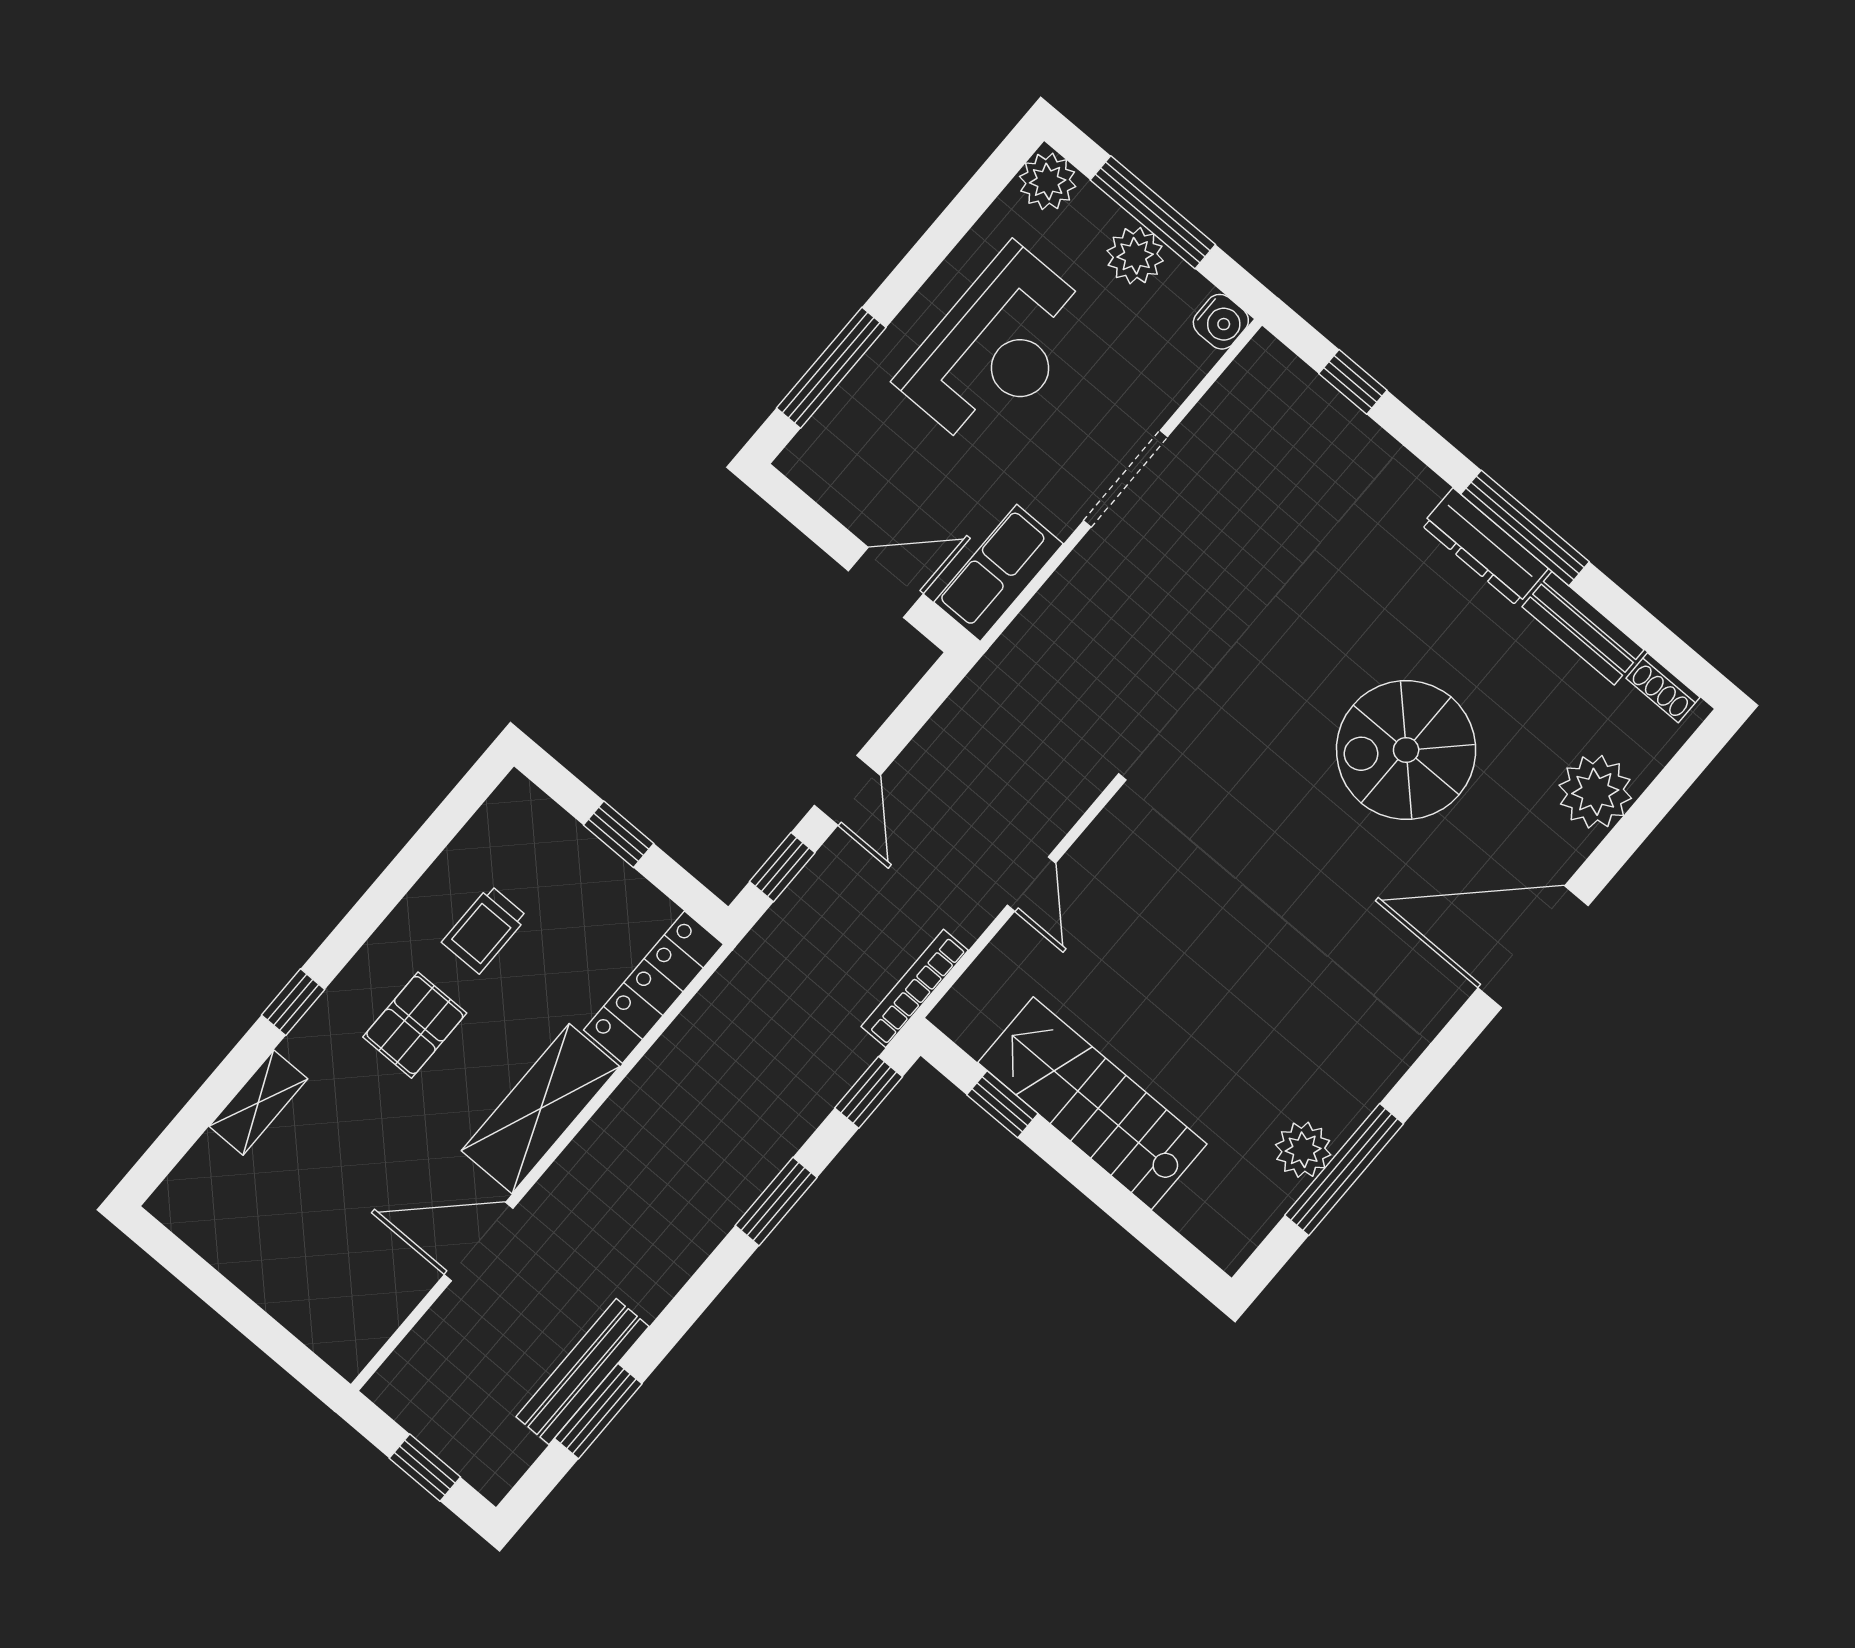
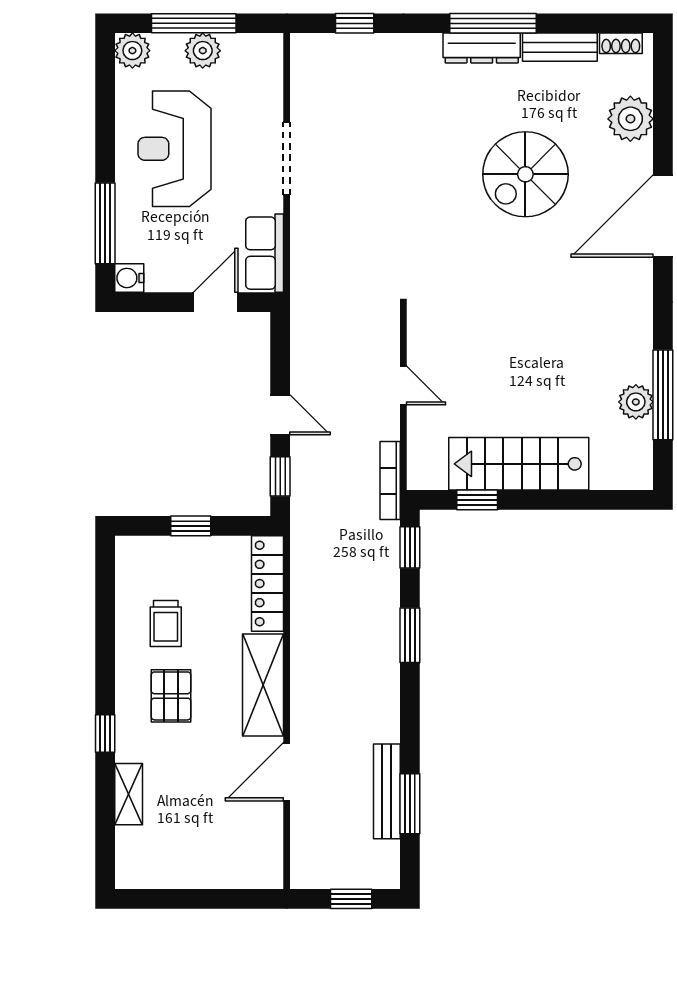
water cooler: (1221, 322) -> (129, 278), moved, turned 180
reception desk: (996, 348) -> (175, 149), turned 180

